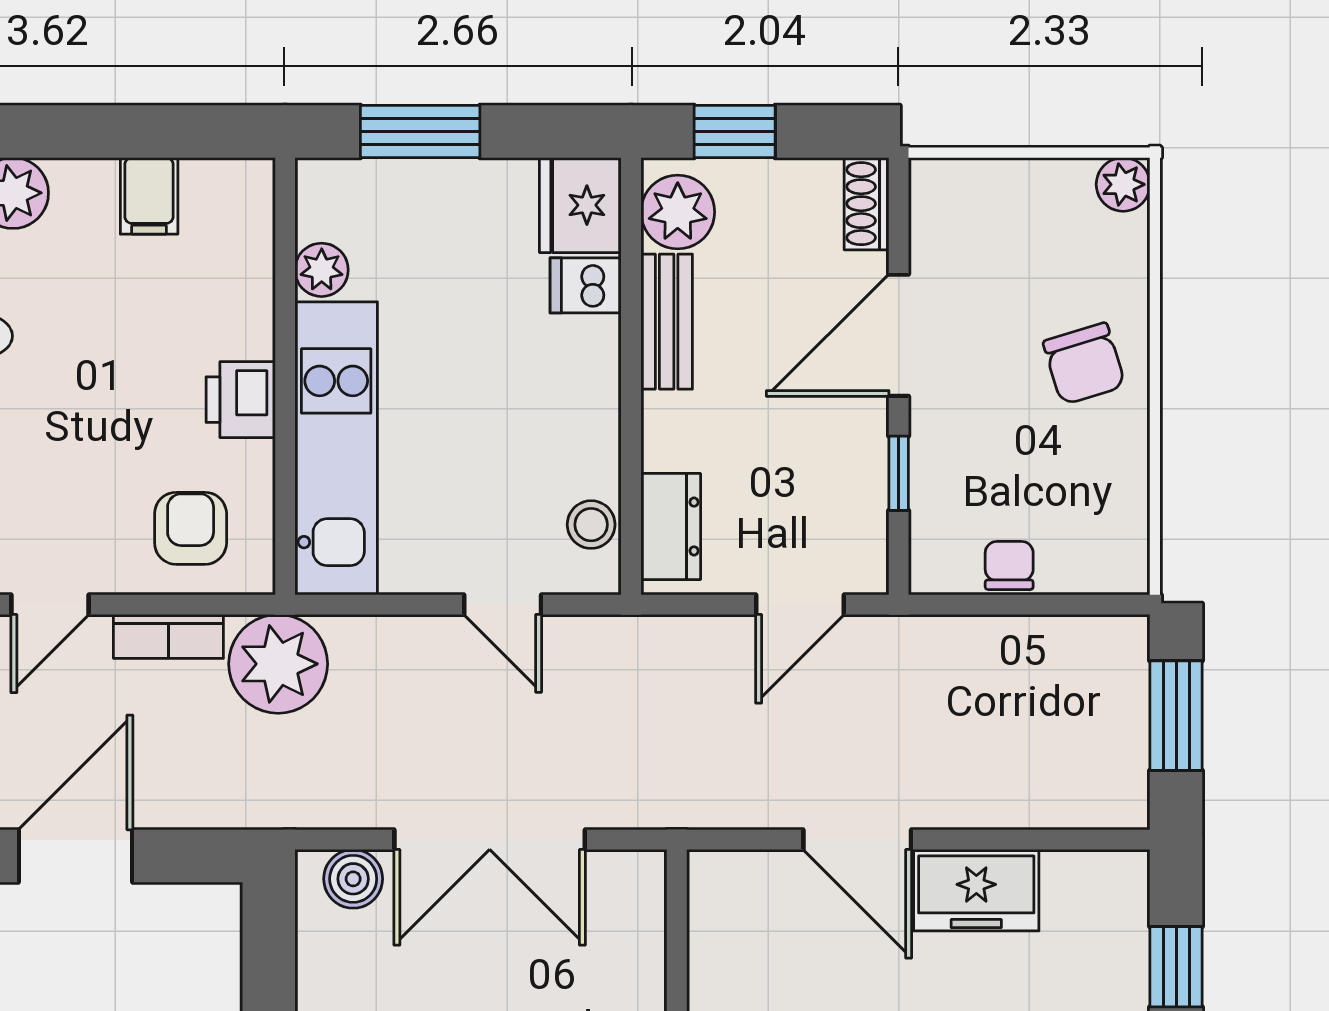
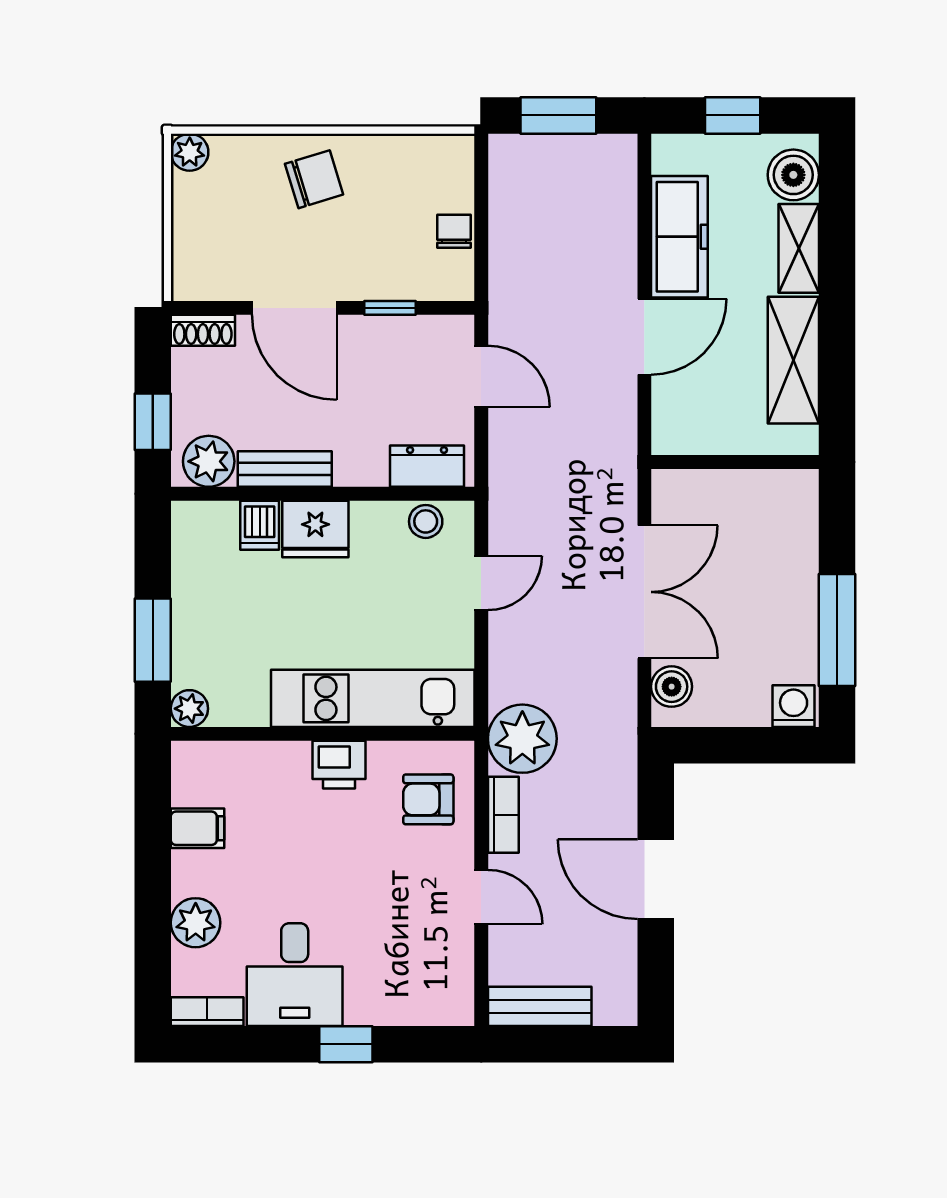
fridge: (580, 205) -> (315, 529), moved
plant: (322, 270) -> (189, 709), moved
chair: (1009, 565) -> (454, 231), turned 90
freezer: (976, 890) -> (679, 237), width x1.40

